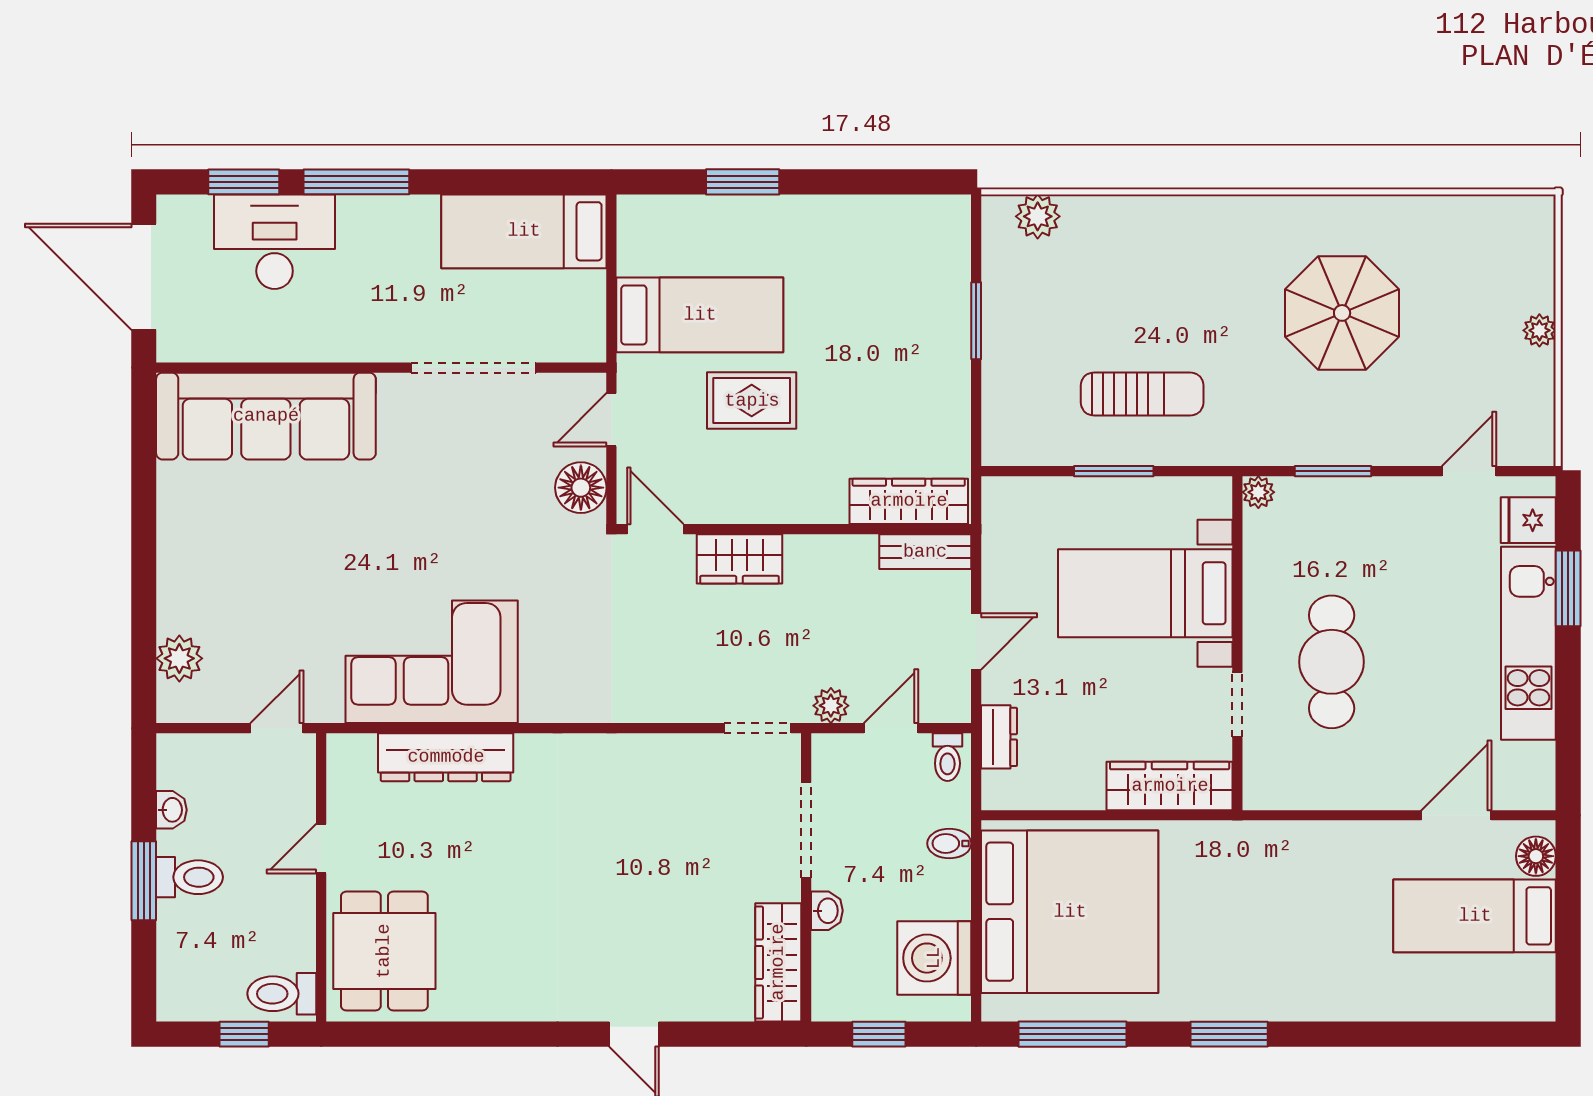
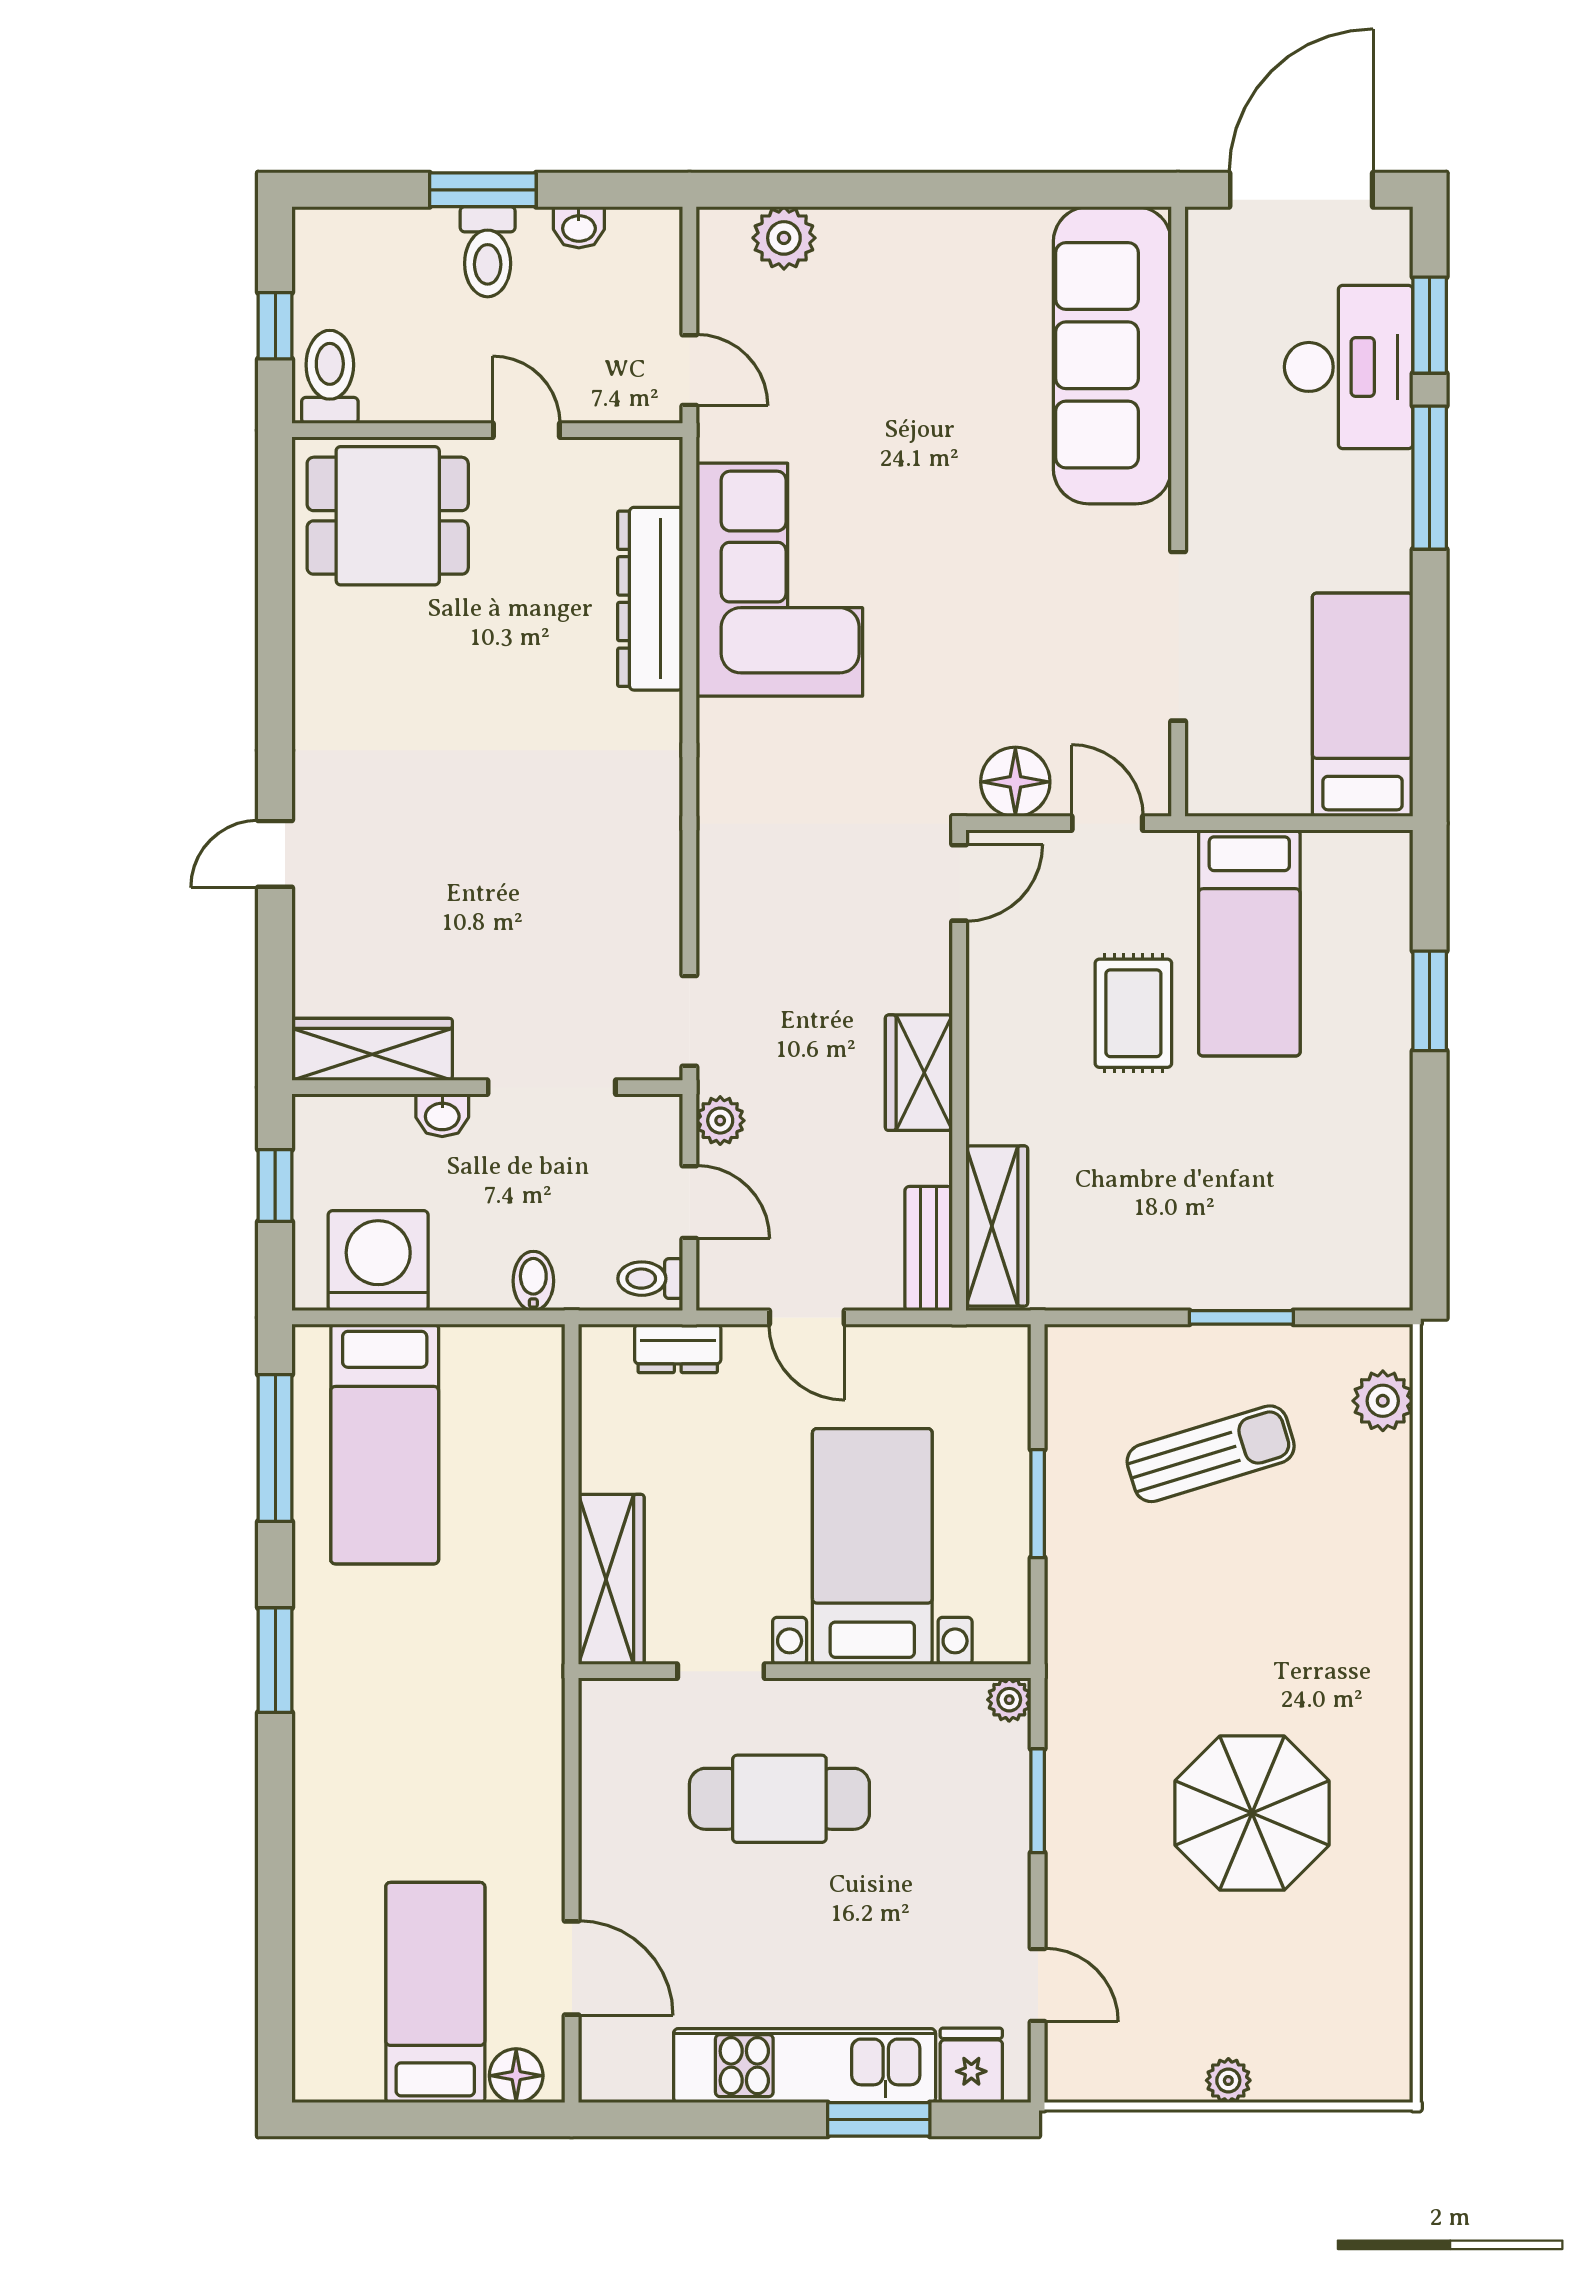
sun lounger: (1142, 394) -> (1211, 1454), moved, turned -107
wardrobe: (739, 559) -> (919, 1073), moved
bed: (1070, 912) -> (385, 1444), width x0.49

